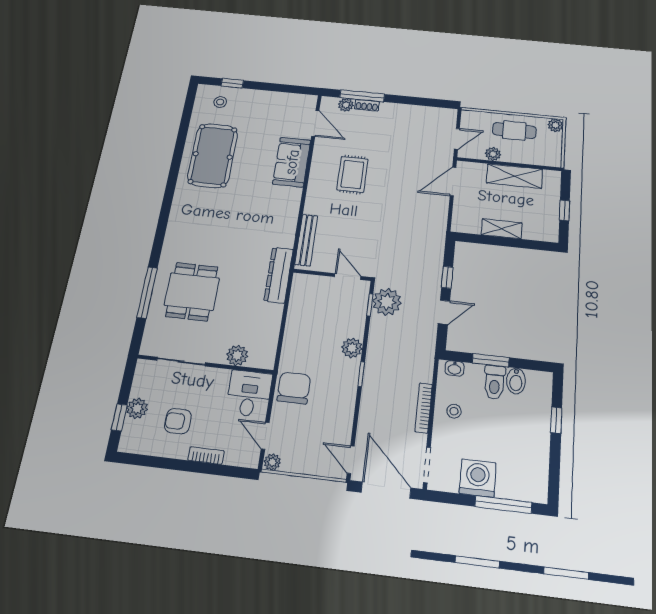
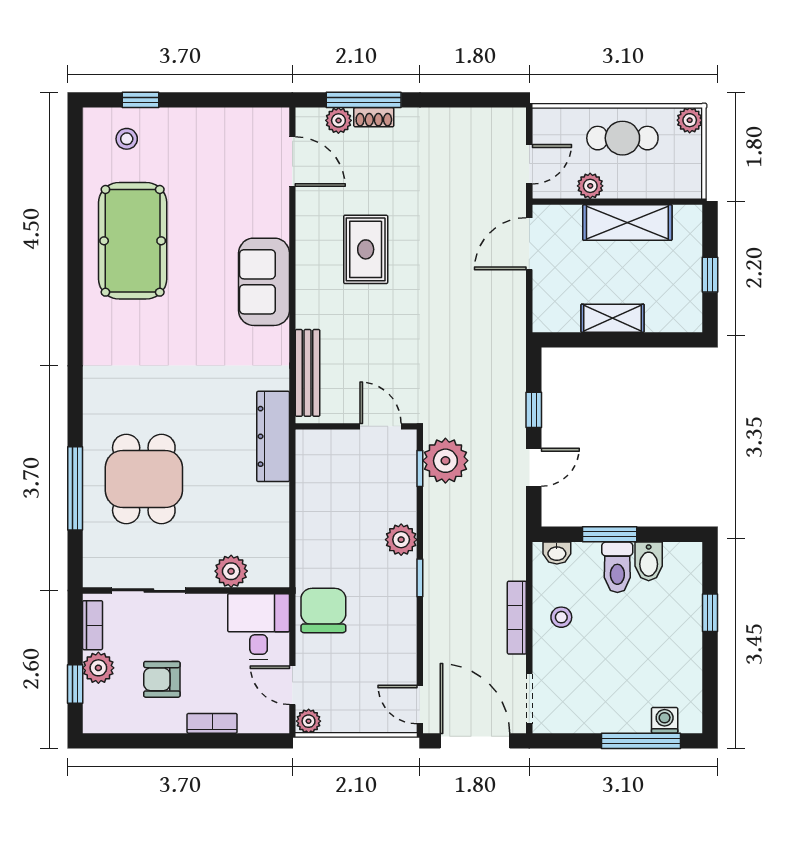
sofa: (292, 162) -> (264, 282), moved
bookcase: (139, 380) -> (93, 625), added
washing machine: (478, 478) -> (665, 720), moved, width x0.53, depth x0.53

